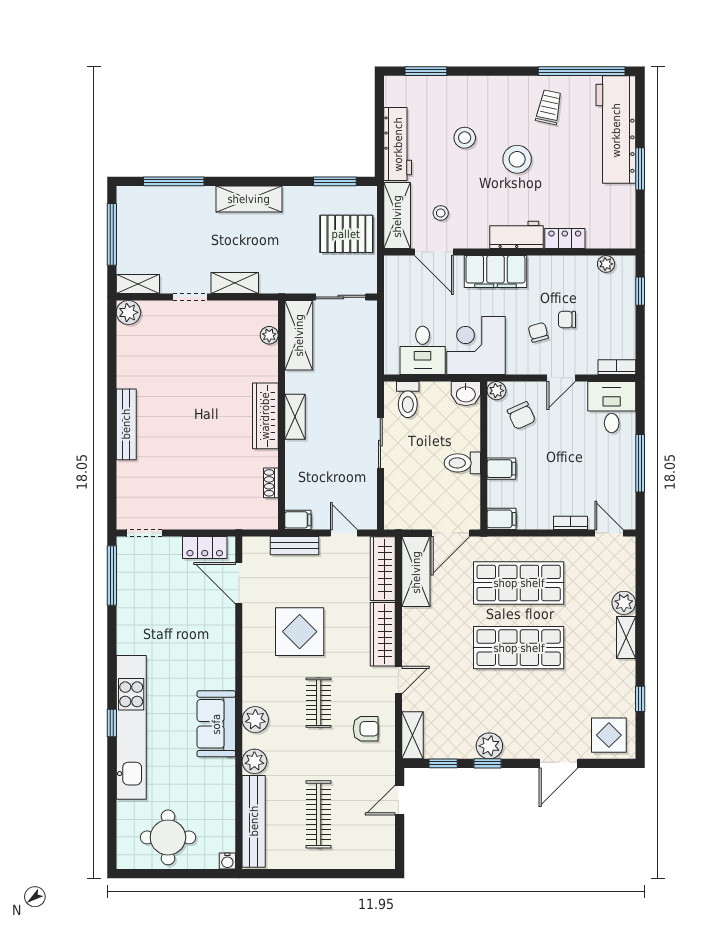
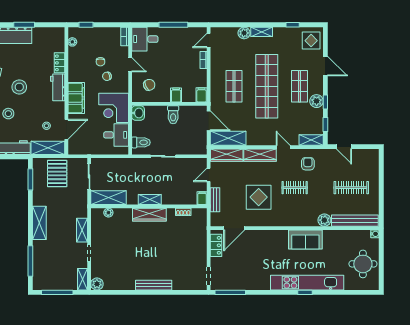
plant: (496, 391) -> (136, 97), removed
shop shelf: (519, 583) -> (234, 86), width x0.70, depth x0.74
shop shelf: (519, 648) -> (267, 86), width x1.40
shop shelf: (519, 712) -> (300, 86), added
plant: (255, 720) -> (303, 220), removed

